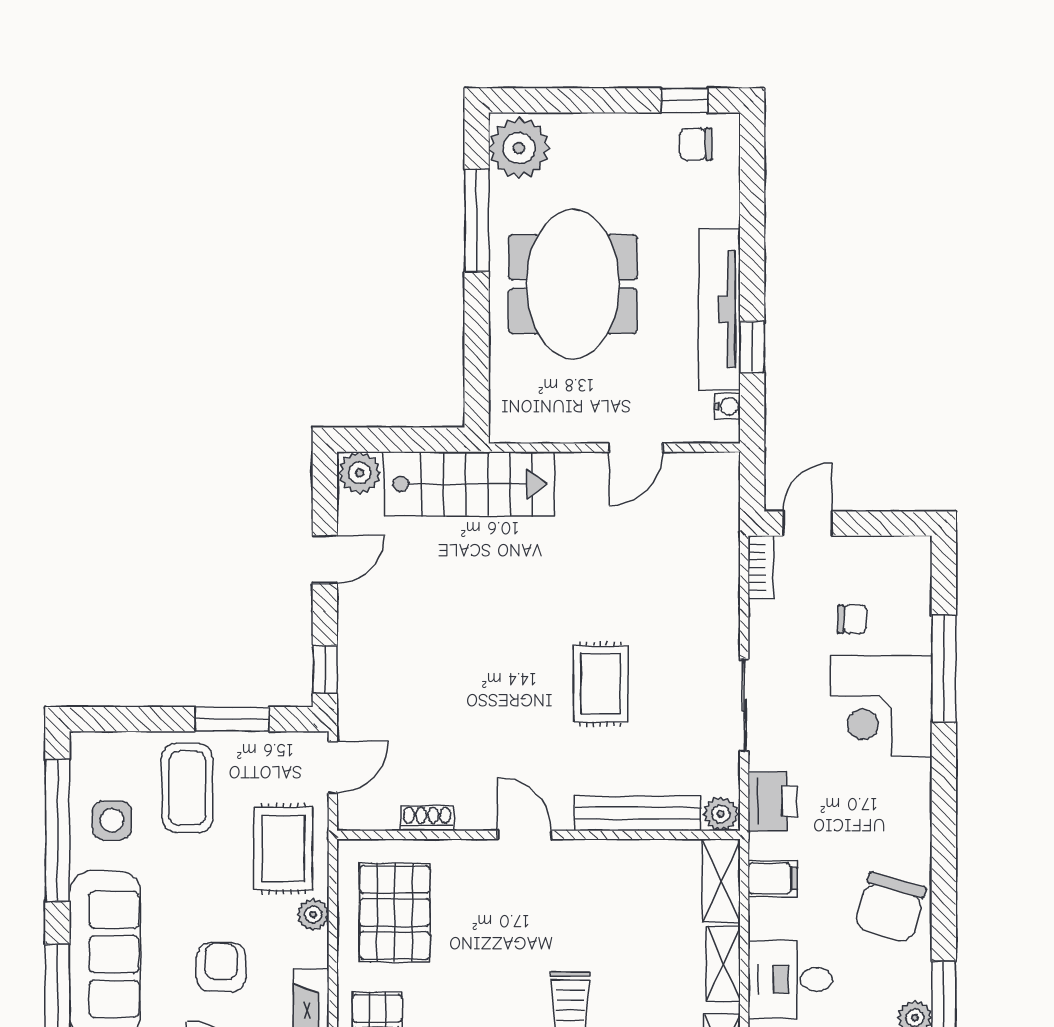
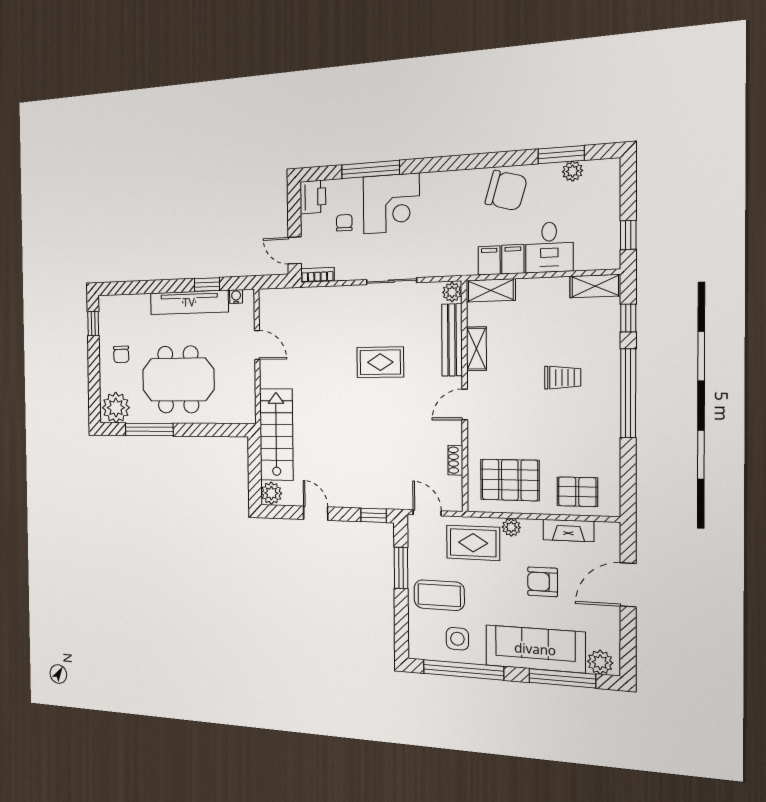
chair: (696, 144) -> (121, 354), moved
printer: (772, 801) -> (313, 197), moved, turned 90
filing cabinet: (773, 919) -> (513, 259), added
shelving: (723, 964) -> (476, 349), moved, turned 90

